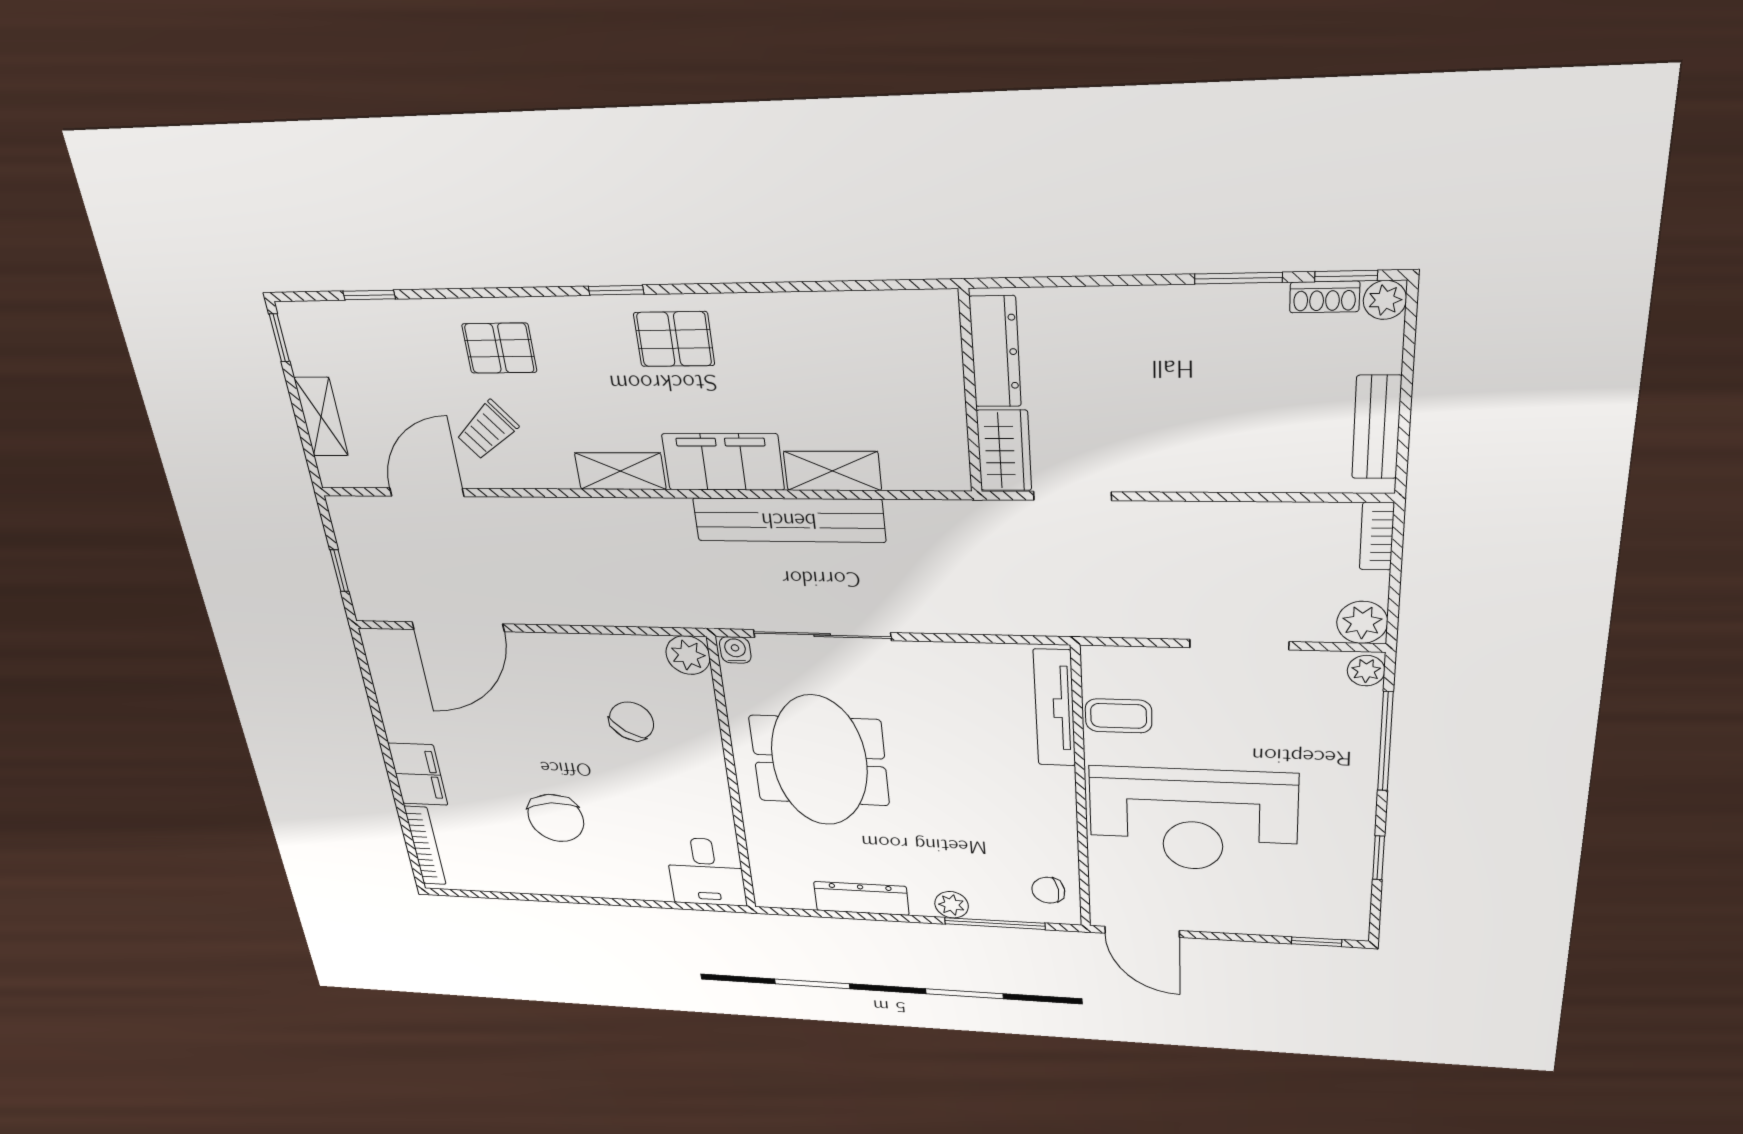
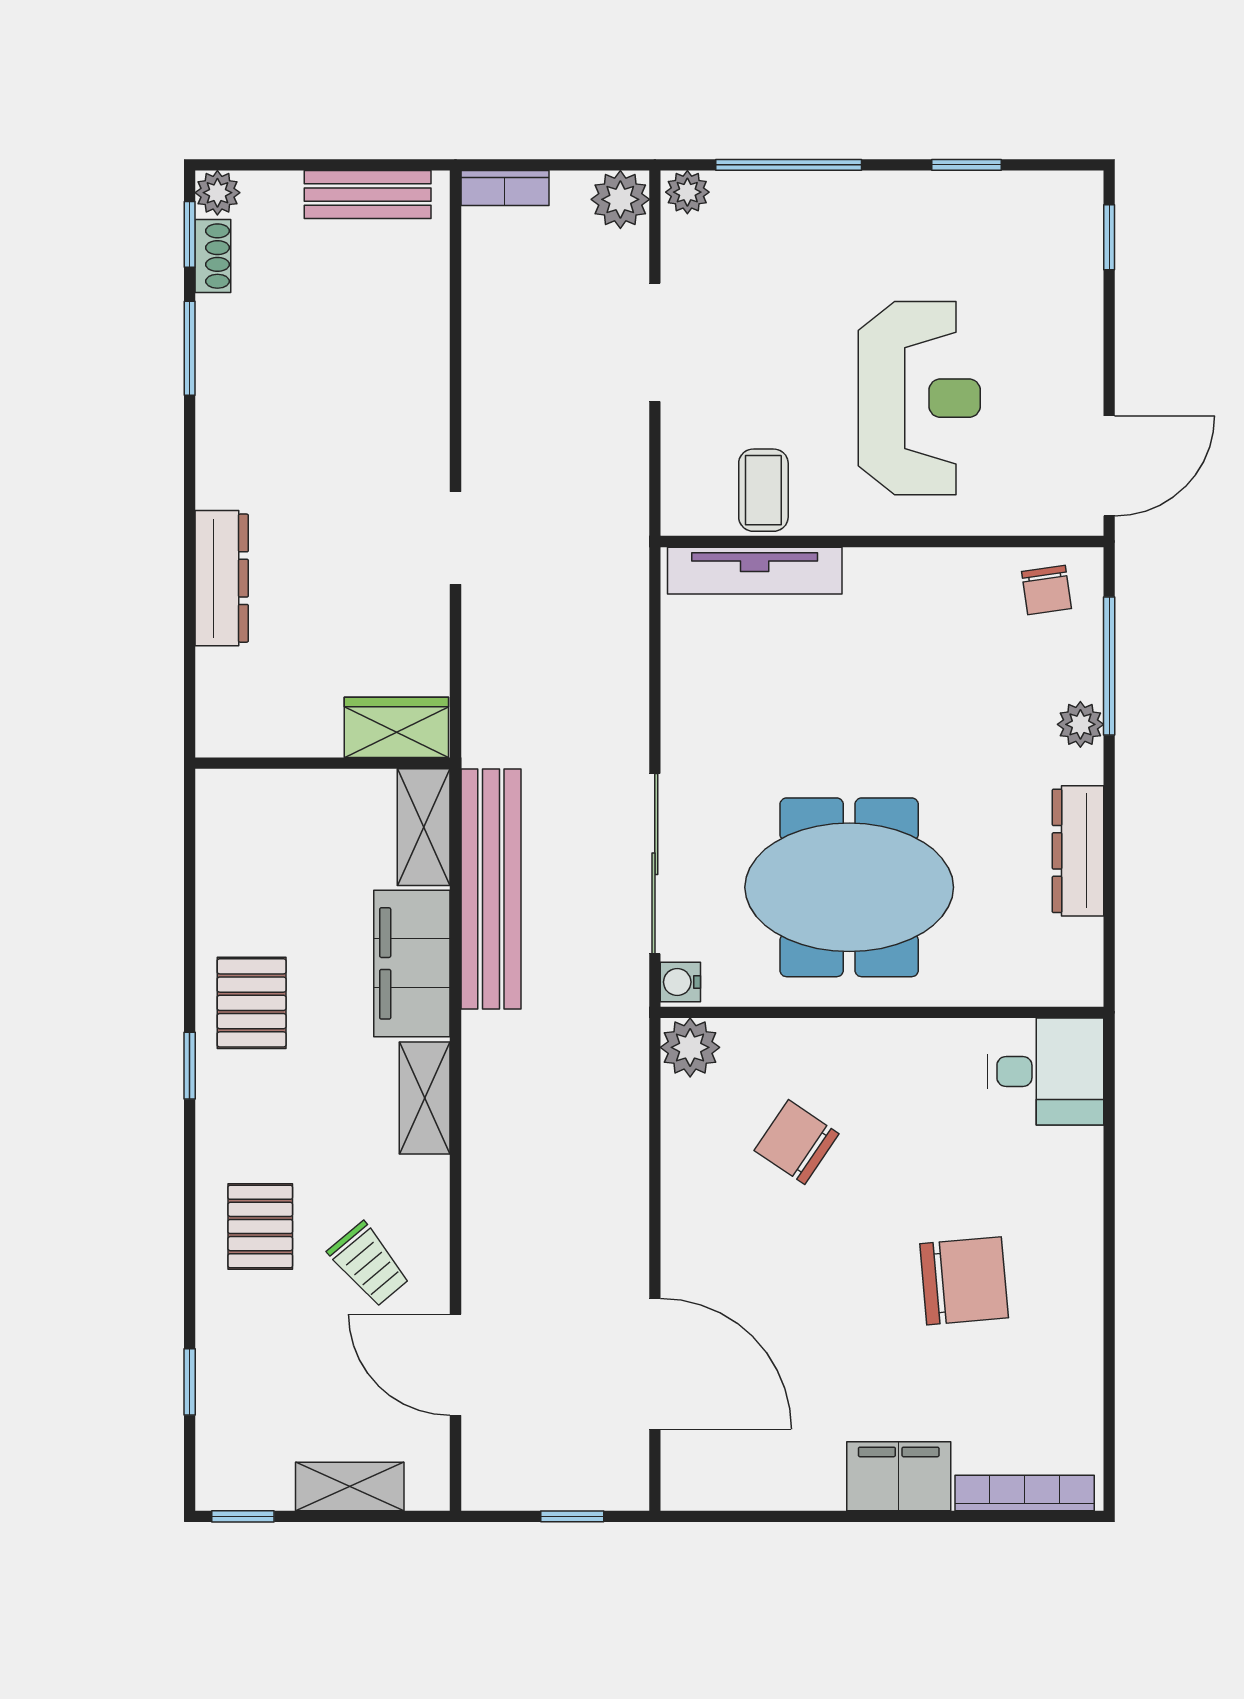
dresser: (995, 352) -> (222, 578), moved, turned 90
wall: (970, 393) -> (323, 763), moved
wardrobe: (1004, 451) -> (396, 727), moved
reception desk: (1193, 820) -> (919, 398), width x0.74, depth x0.77

